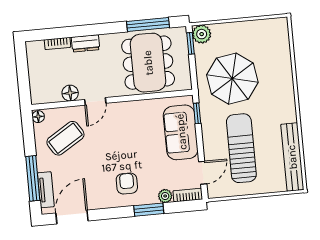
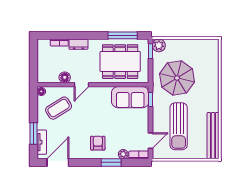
dining table: (148, 63) -> (120, 62), turned 90
sofa: (181, 132) -> (130, 97), moved, turned -90
sun lounger: (241, 148) -> (179, 126), turned 180
window: (33, 178) -> (34, 133), width x0.69

